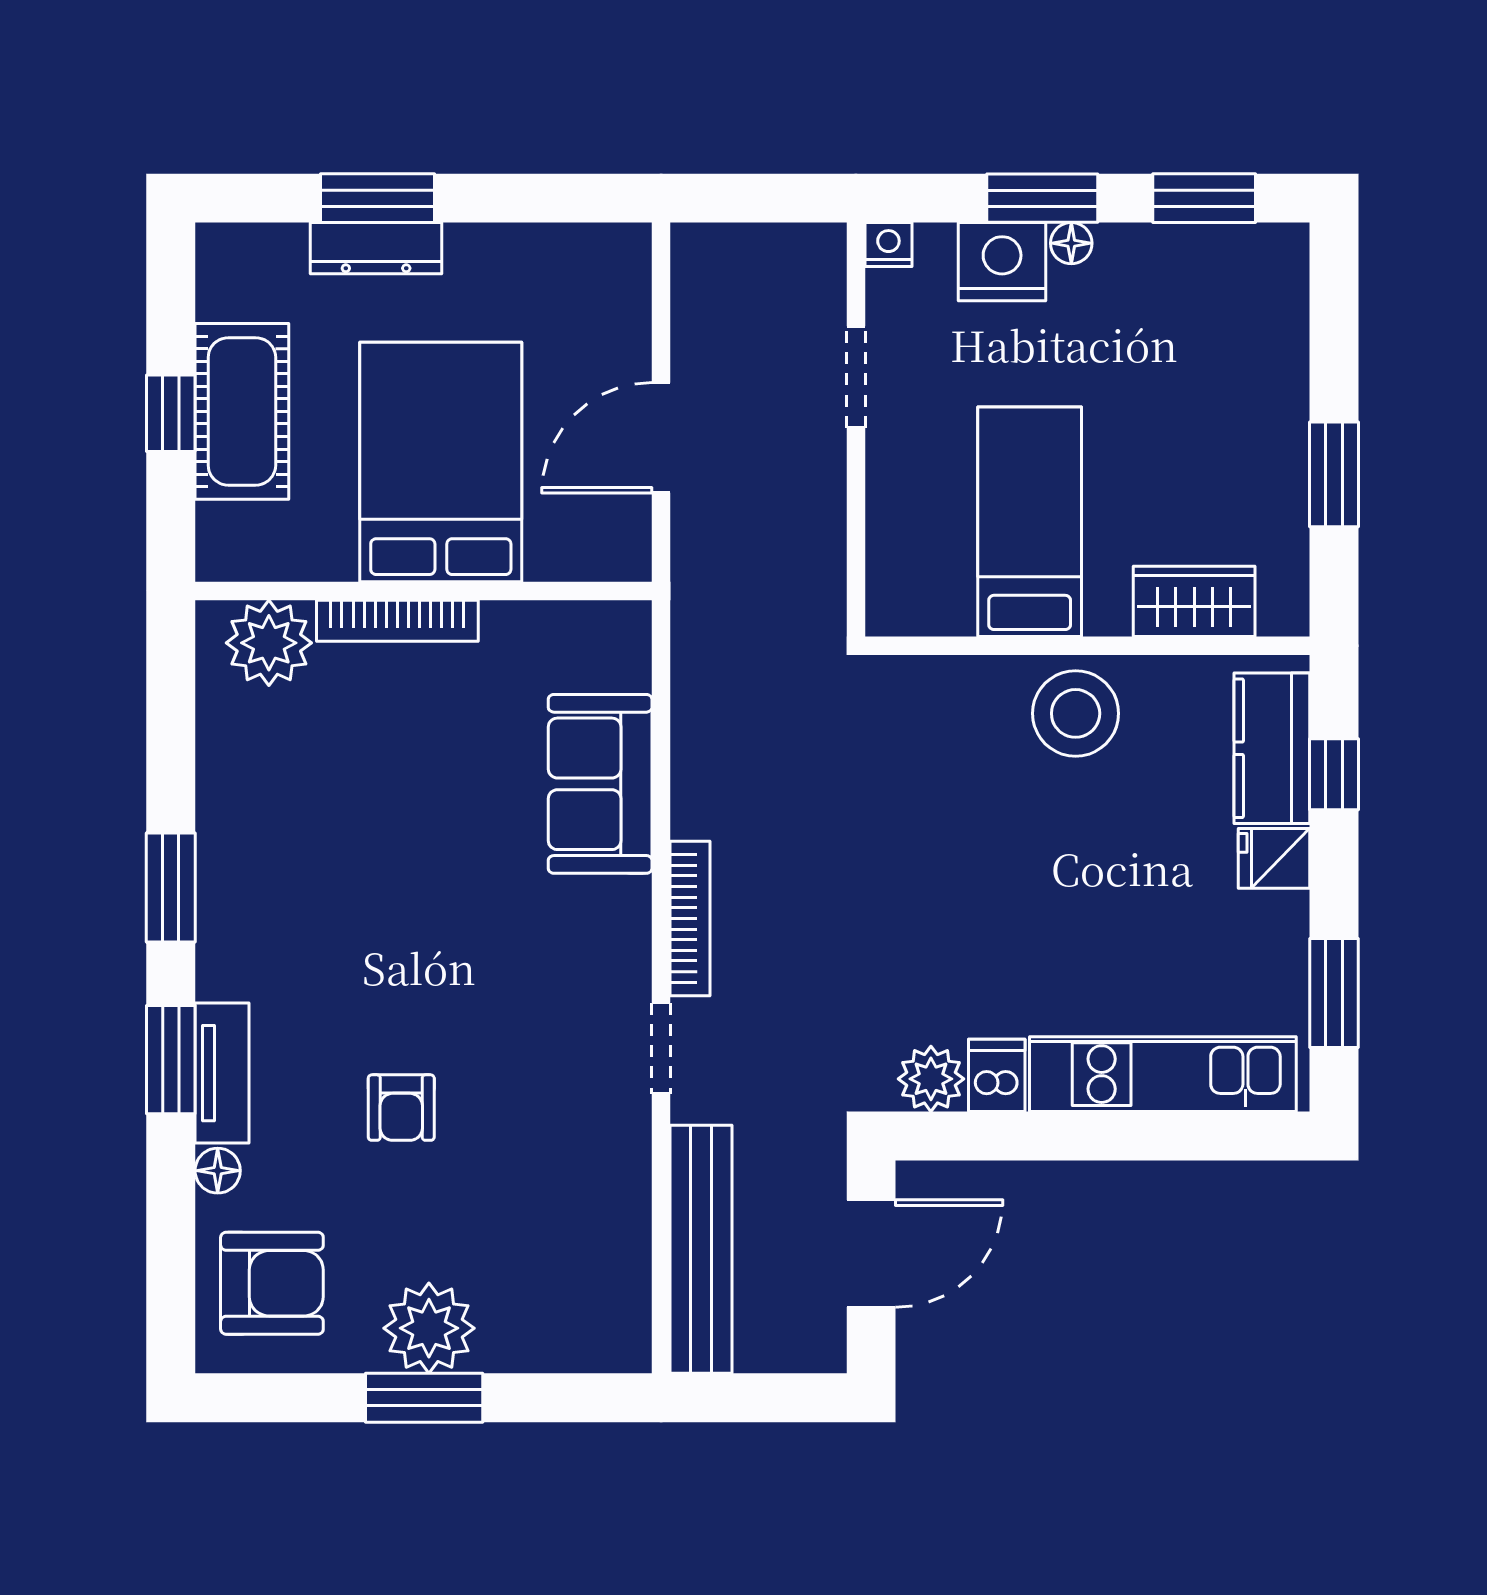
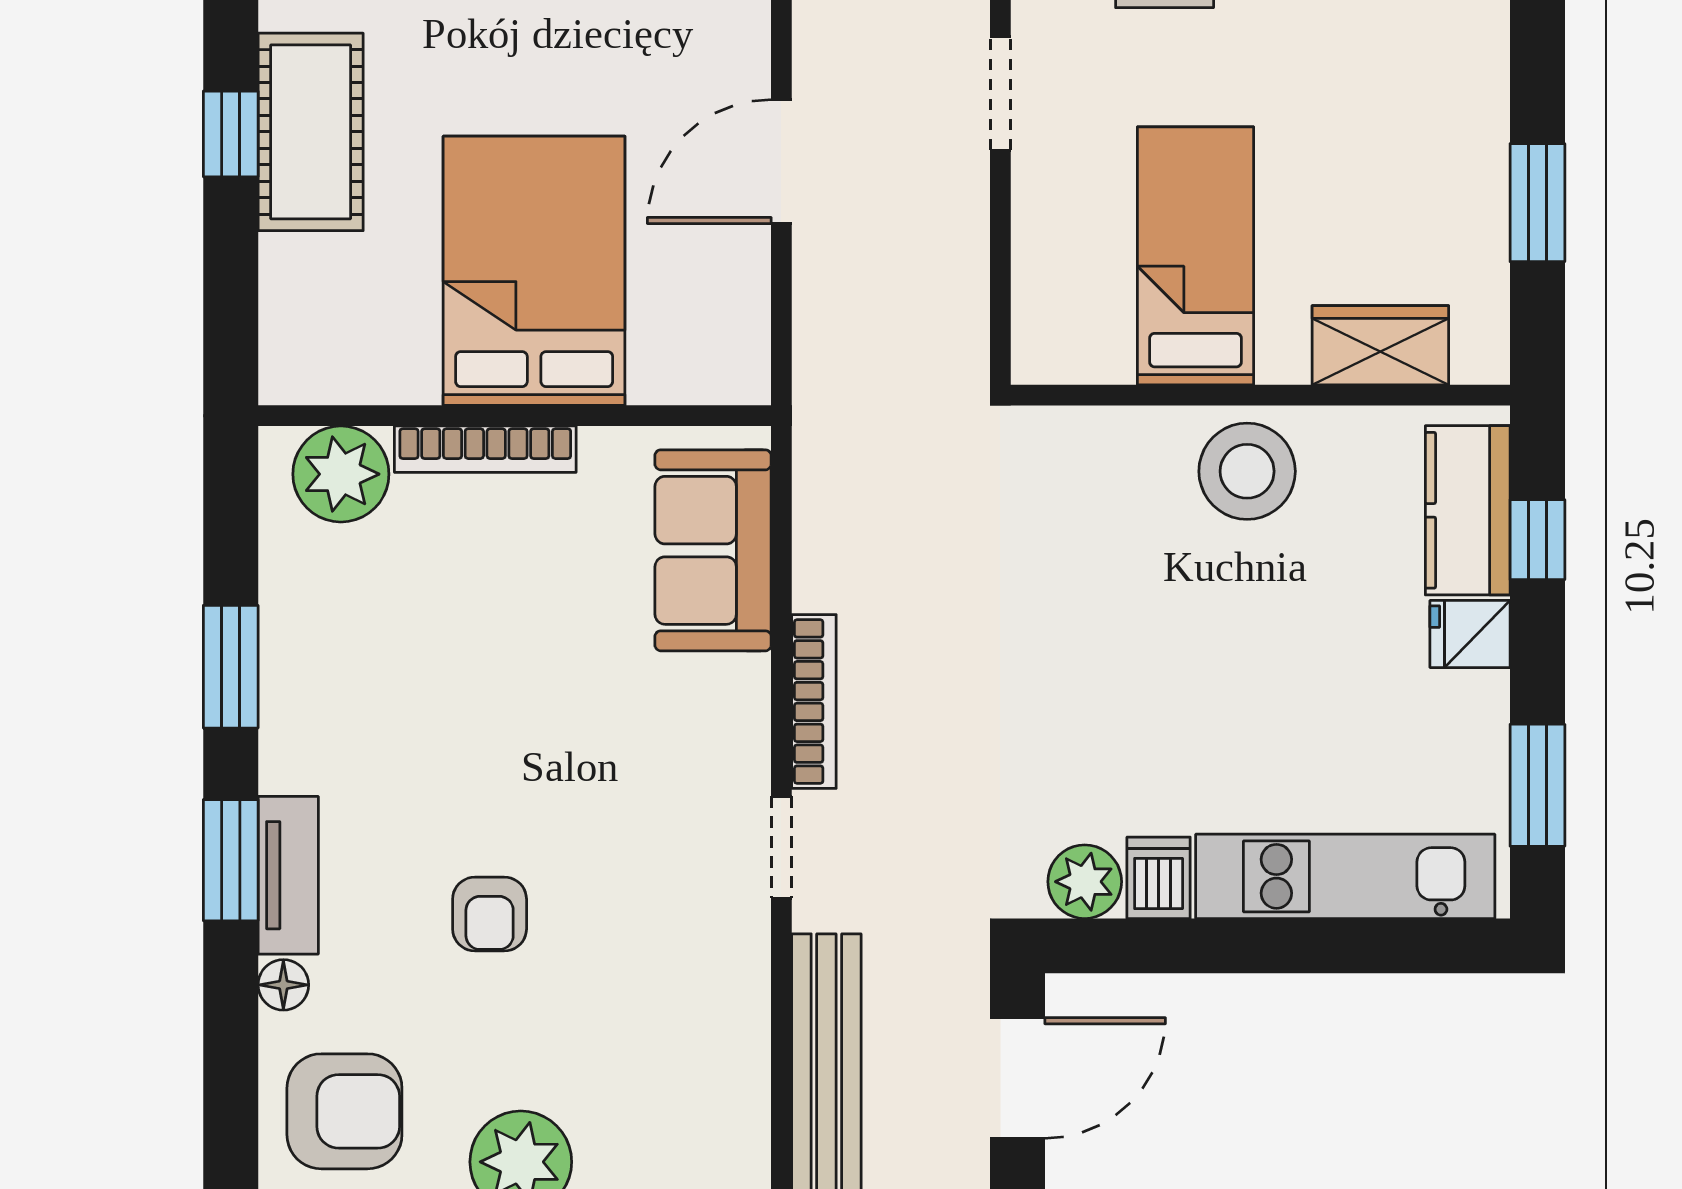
bed: (441, 462) -> (534, 271), moved
wall: (424, 591) -> (515, 416), moved
bookcase: (397, 621) -> (485, 449), moved
plant: (269, 643) -> (341, 474), moved

